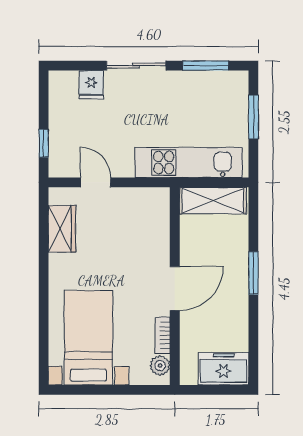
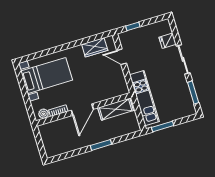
window: (253, 117) -> (163, 127), moved
door: (96, 182) -> (122, 57), swing flipped
shelving: (213, 201) -> (116, 109), moved, turned 90
door: (175, 288) -> (82, 110), hinge flipped
freezer: (224, 369) -> (51, 144), removed

